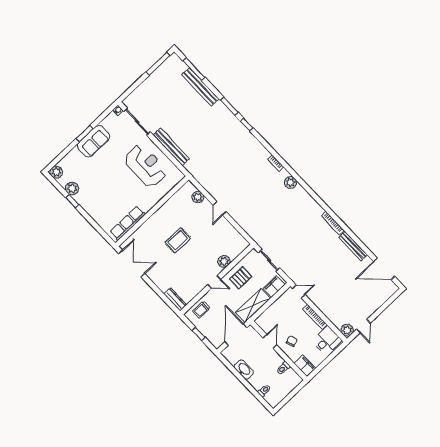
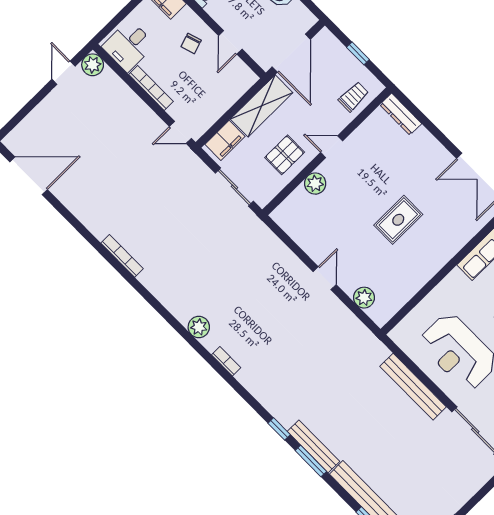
bench: (353, 246) -> (313, 446), moved

